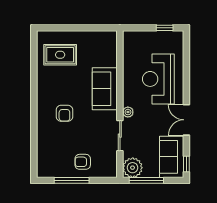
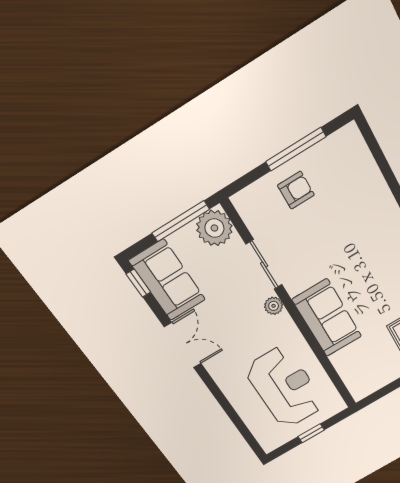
window: (165, 28) -> (311, 433), moved
reception desk: (158, 79) -> (285, 387), moved
armchair: (64, 113) -> (366, 248), removed

